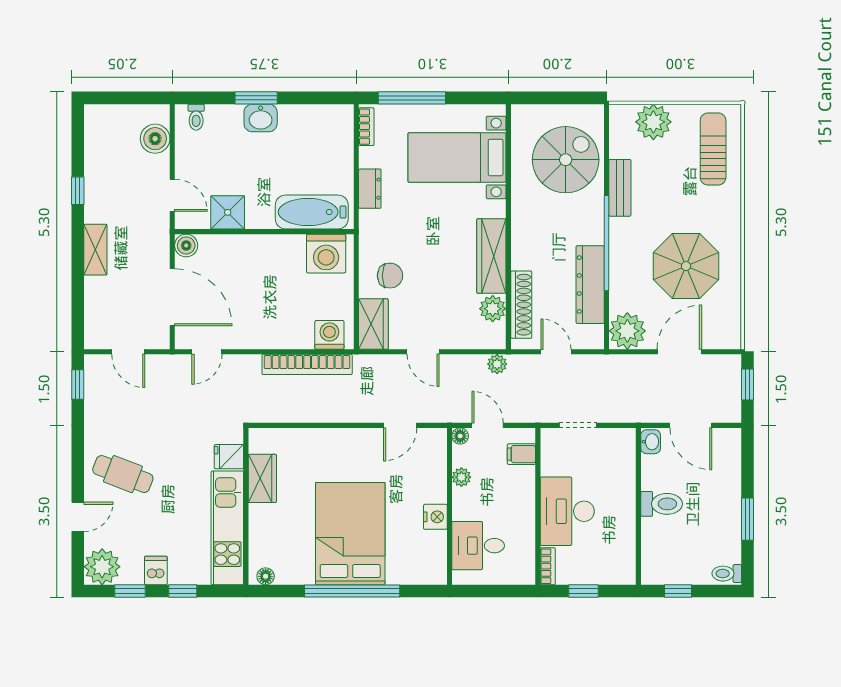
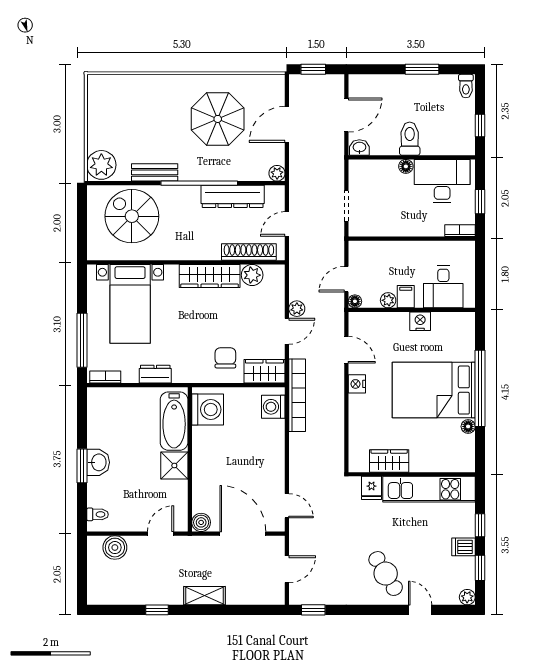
plant: (653, 122) -> (101, 165), moved
sun lounger: (713, 149) -> (123, 97), removed
shower: (228, 212) -> (174, 466), moved
door: (172, 297) -> (243, 534), hinge flipped
plant: (627, 331) -> (277, 173), width x0.53, depth x0.53
door: (679, 352) -> (287, 124), hinge flipped
bookcase: (307, 364) -> (297, 395), moved
plant: (497, 364) -> (297, 309), moved
nightstand: (358, 438) -> (357, 384), added
filing cabinet: (521, 454) -> (406, 297), moved, turned 180
cafe table: (123, 474) -> (386, 574), turned -52
floor lamp: (627, 499) -> (406, 166), added
desk: (567, 511) -> (442, 181), moved, turned 180
plant: (102, 567) -> (467, 597), width x0.53, depth x0.53
floor lamp: (266, 576) -> (468, 426), moved

